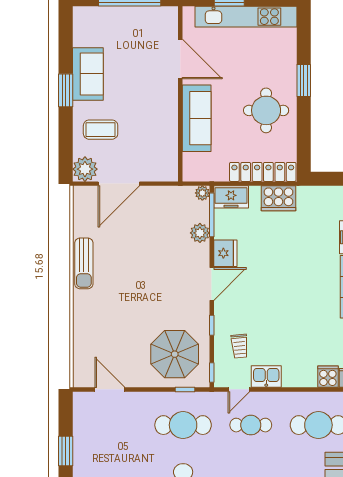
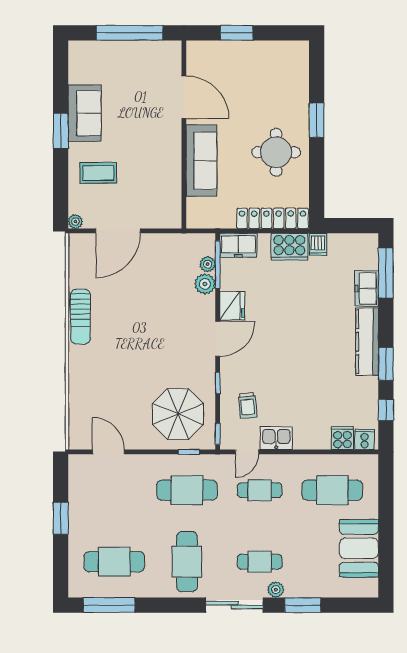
kitchen unit: (246, 17) -> (254, 52), removed
plant: (85, 169) -> (75, 222), width x0.53, depth x0.53
plant: (202, 193) -> (208, 264), moved
dishwasher: (305, 196) -> (318, 244), added

